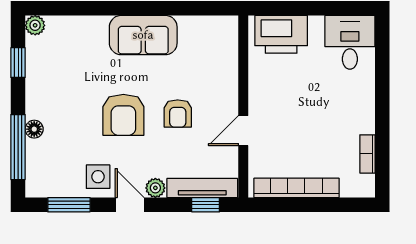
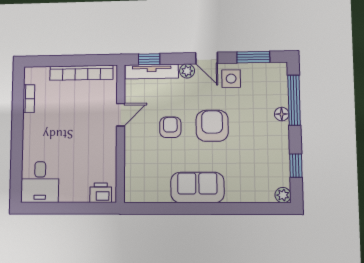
printer: (281, 34) -> (101, 193), width x0.53, depth x0.68

